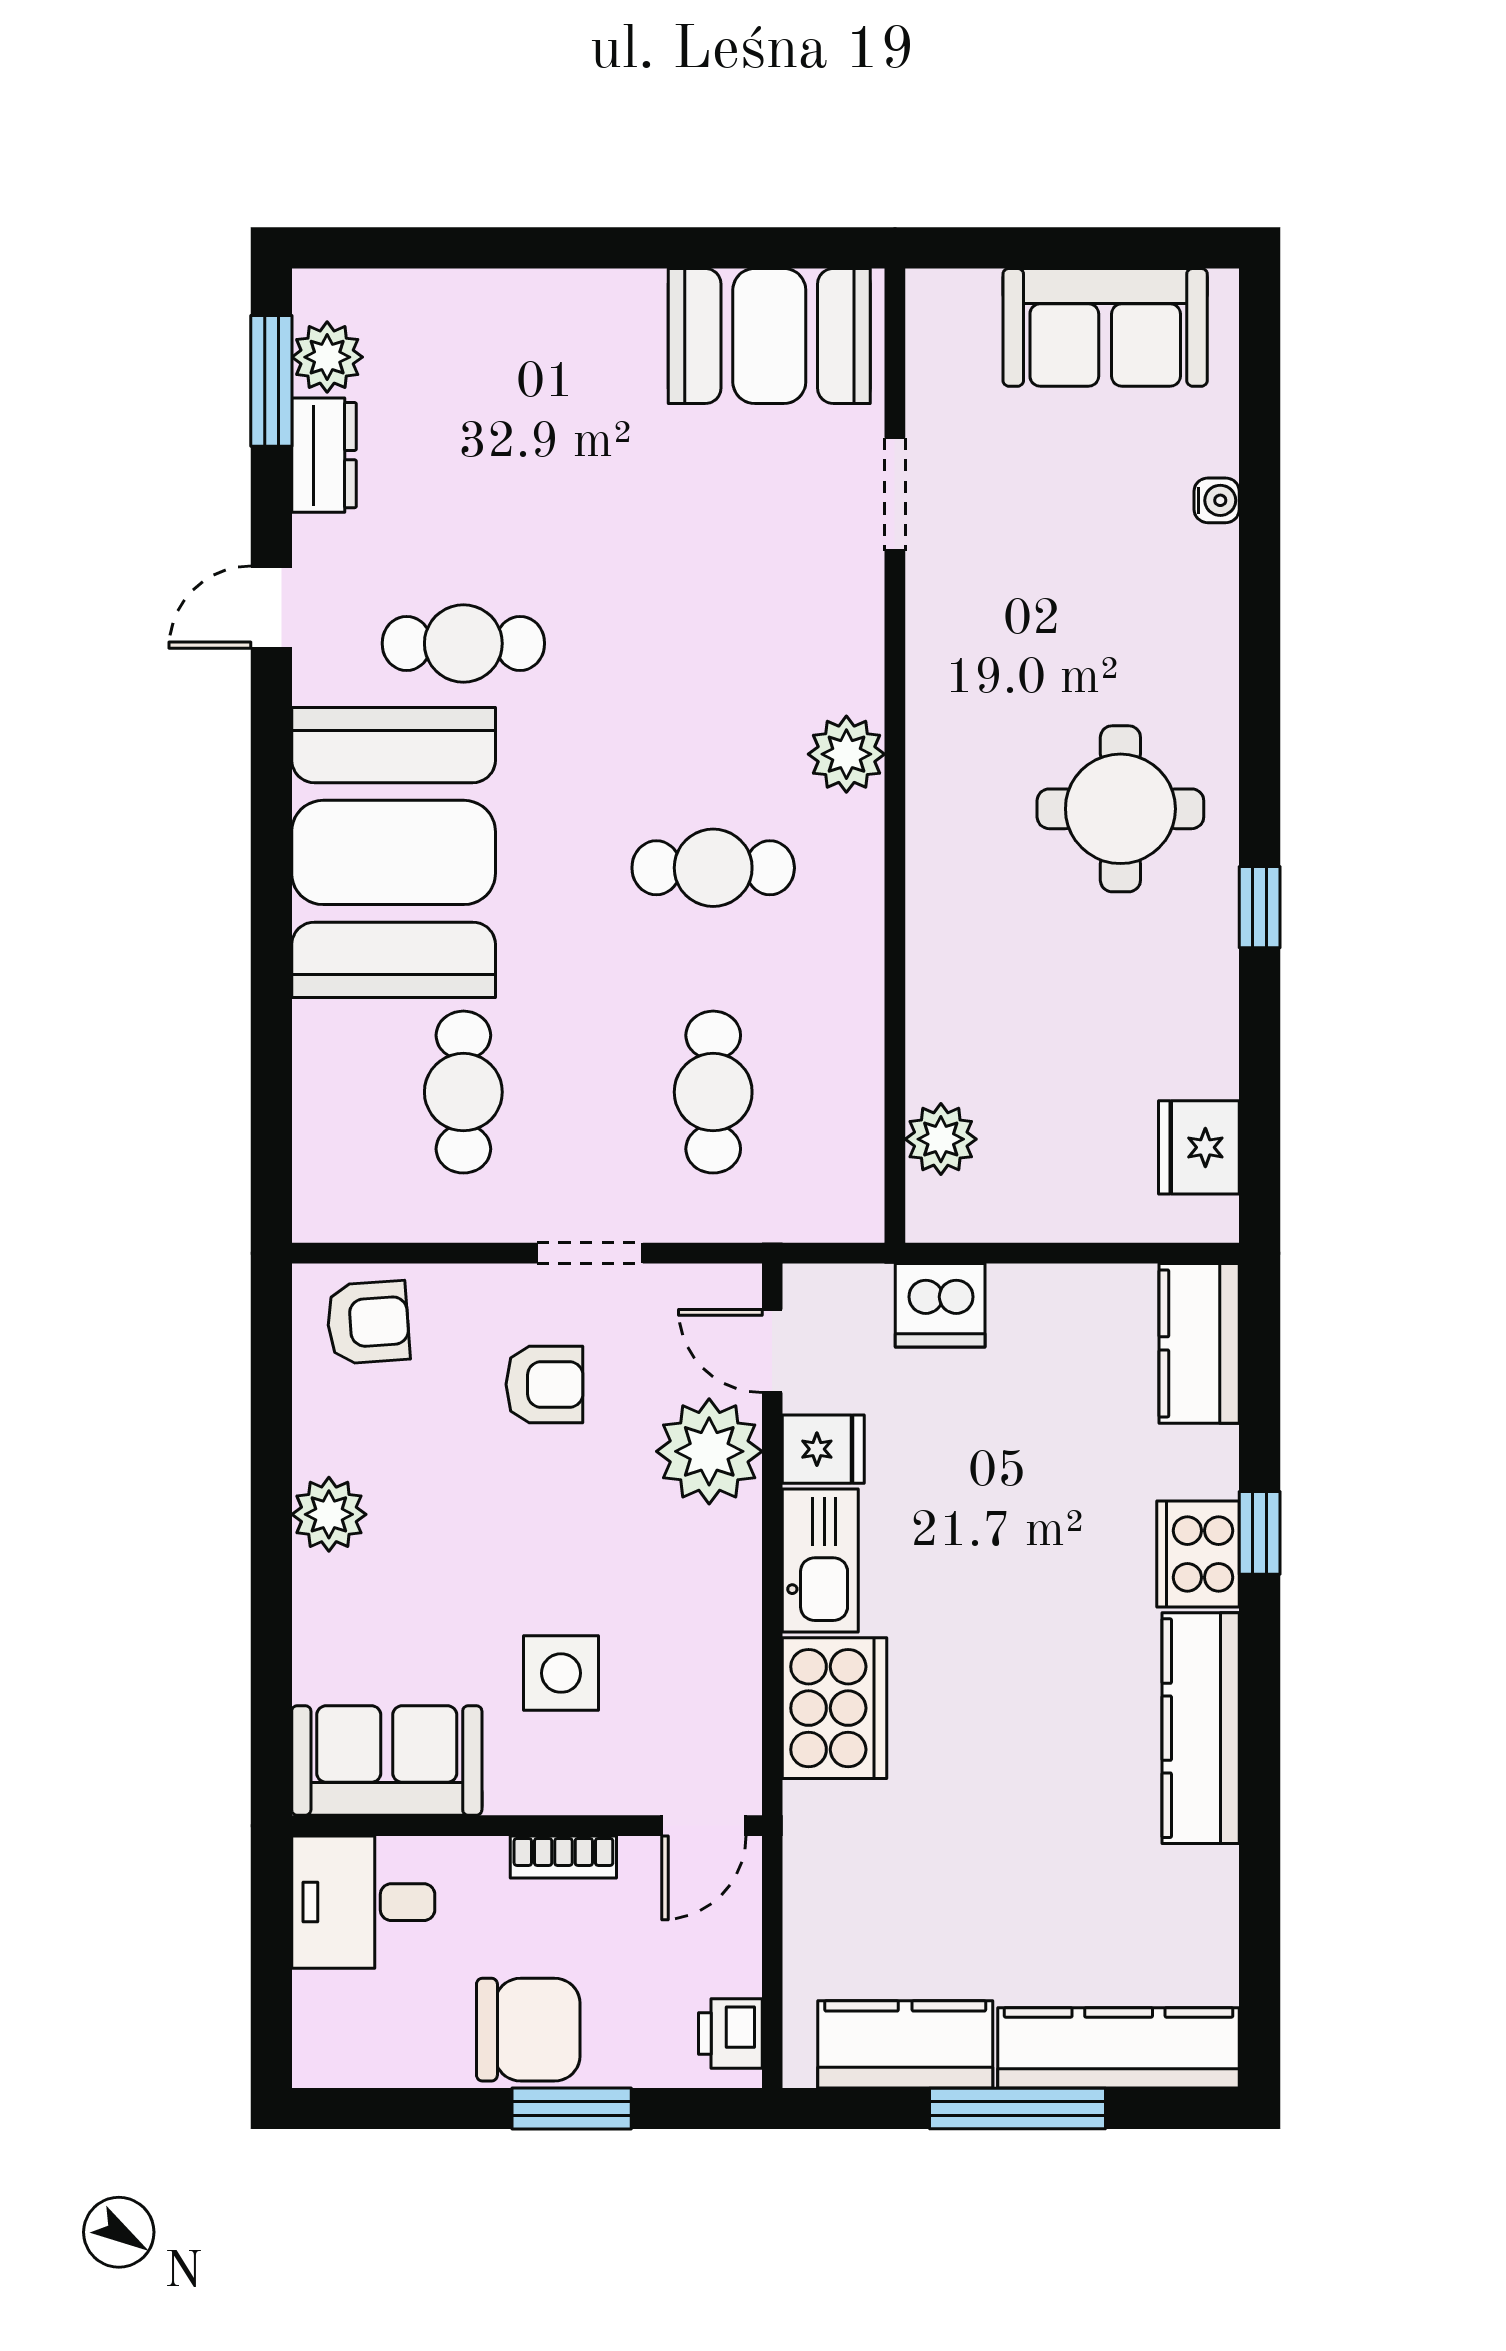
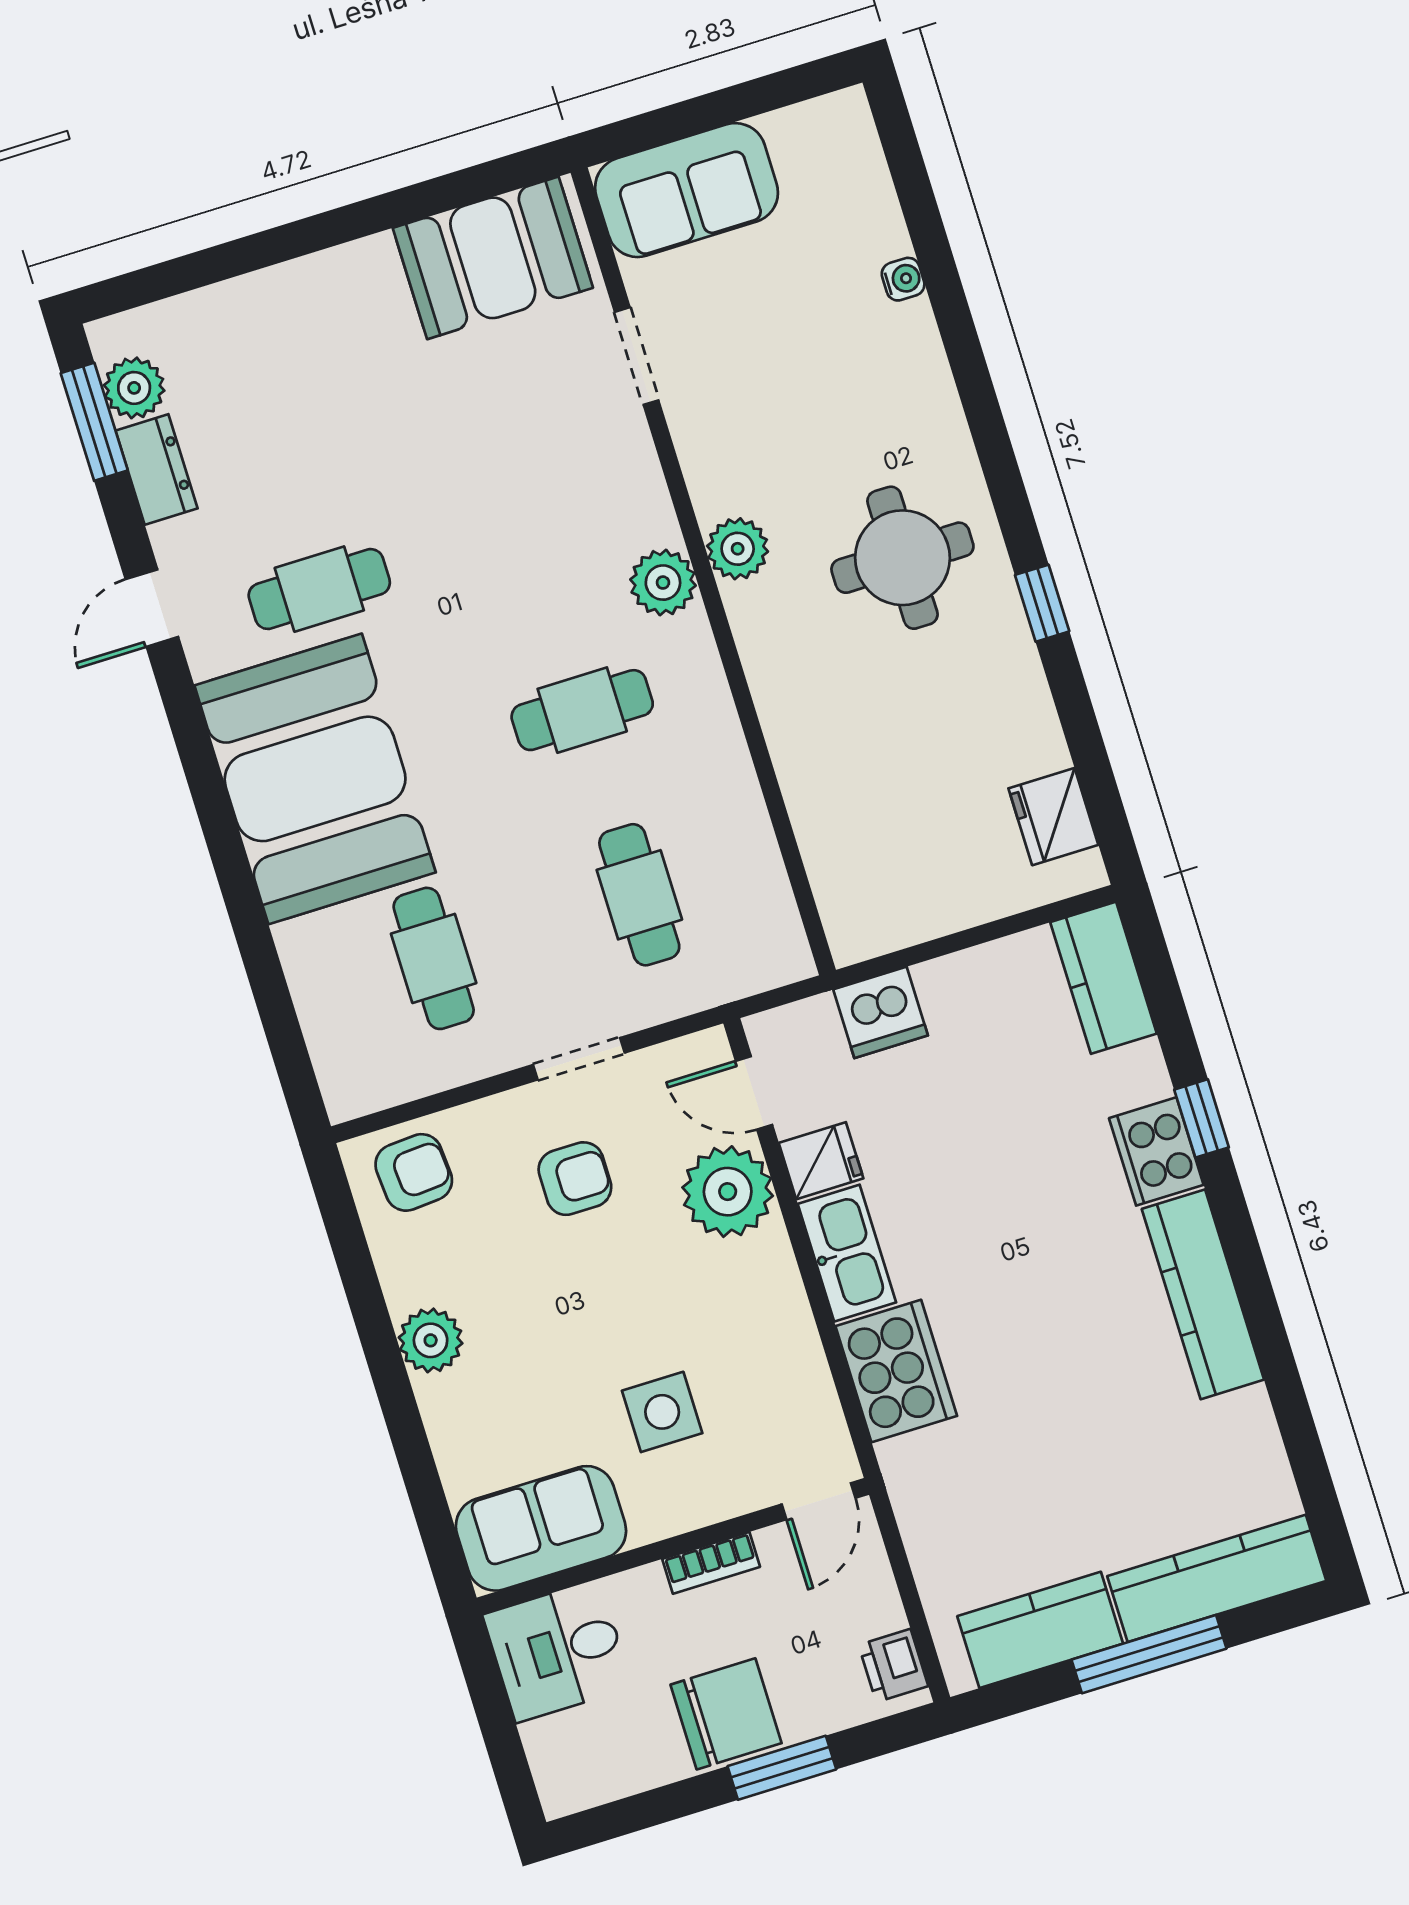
sofa: (1105, 327) -> (687, 190), moved
plant: (941, 1139) -> (738, 549), moved

